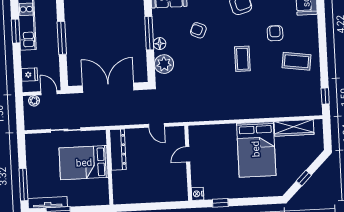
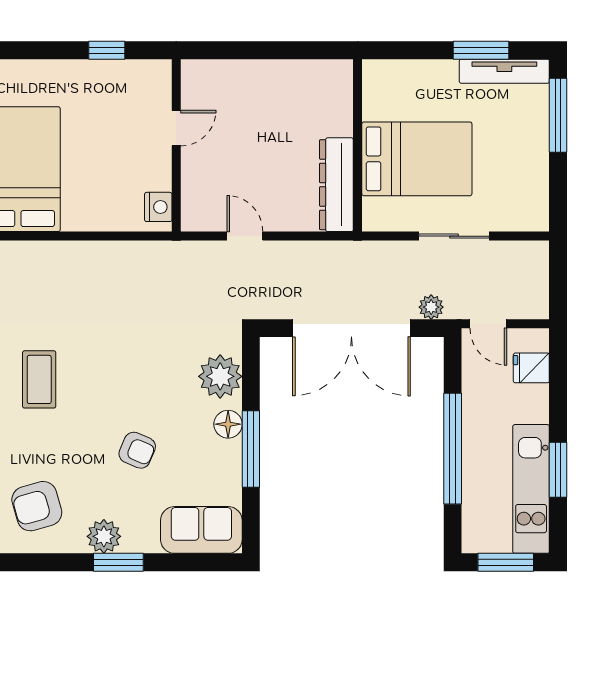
window: (62, 38) -> (453, 449), width x1.46
plant: (34, 101) -> (431, 307), moved
door: (188, 154) -> (176, 128), moved
nightstand: (198, 194) -> (158, 207), moved

